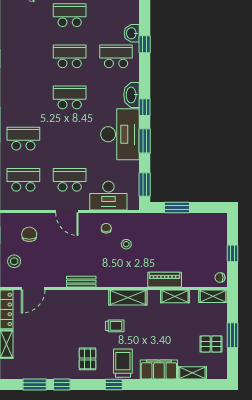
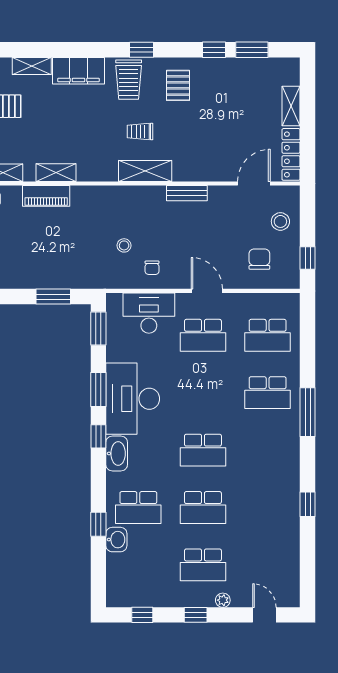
chair: (29, 234) -> (259, 259), turned 180
piano: (165, 280) -> (46, 196), moved
shelving: (128, 298) -> (145, 171), moved

